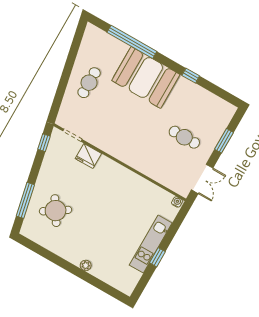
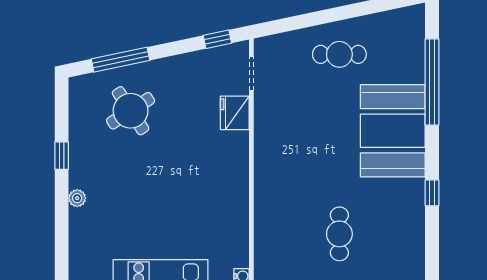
window: (58, 261) -> (62, 156), added

